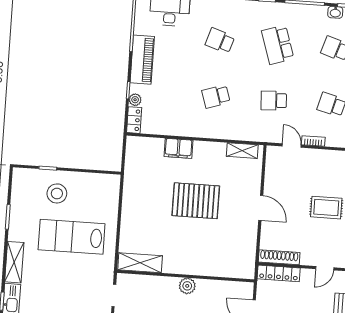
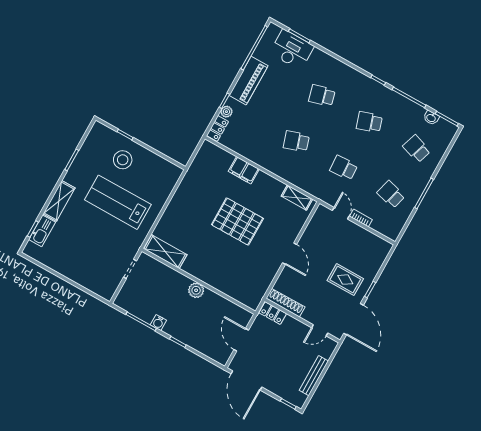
school desk: (220, 41) -> (322, 96), turned -33
school desk: (278, 45) -> (369, 122), width x0.54
locker: (279, 273) -> (273, 313), width x0.66

